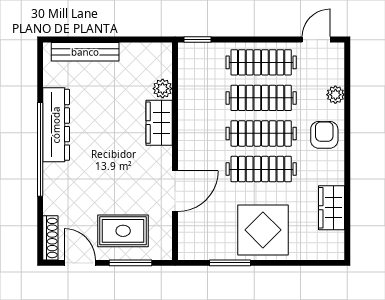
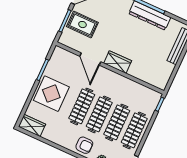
plant: (163, 89) -> (144, 76), removed
wardrobe: (159, 123) -> (118, 62), moved
wardrobe: (332, 208) -> (32, 126), moved
rug: (123, 231) -> (82, 25), turned 90

